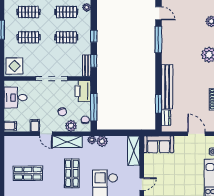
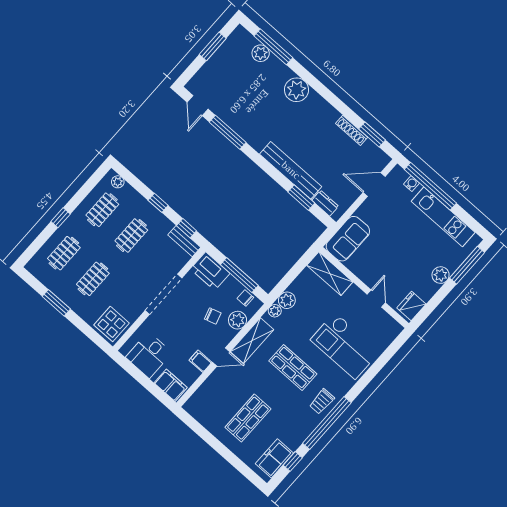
door: (158, 13) -> (198, 106), swing flipped
filing cabinet: (10, 126) -> (171, 385), width x2.00

